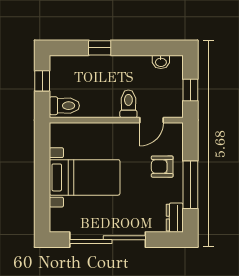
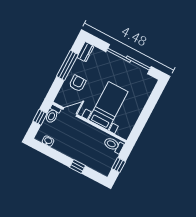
toilet: (128, 104) -> (53, 114), moved
armchair: (162, 167) -> (78, 83), turned -90
bed with nightstands: (85, 177) -> (108, 106), moved, turned 90

